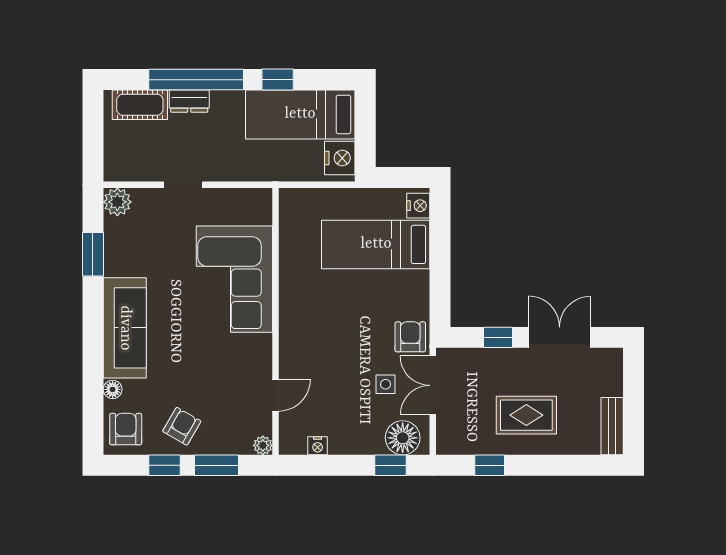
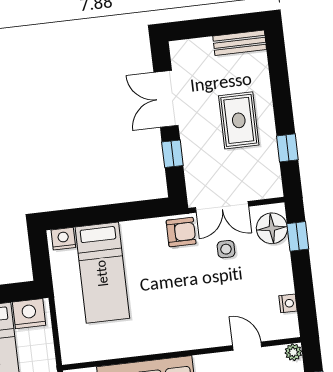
armchair: (410, 337) -> (181, 232), turned 180

